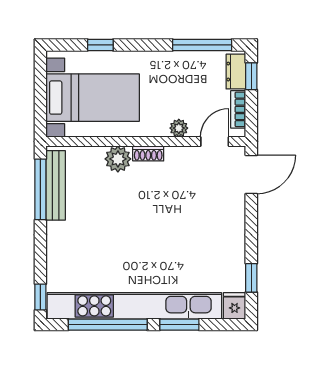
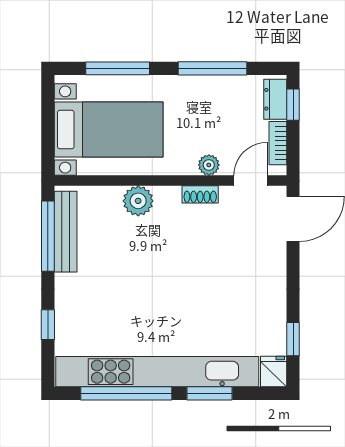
window: (100, 45) -> (118, 68), width x2.17
window: (202, 45) -> (212, 68), moved
shoe rack: (148, 153) -> (200, 194), moved
window: (40, 297) -> (48, 325), moved

